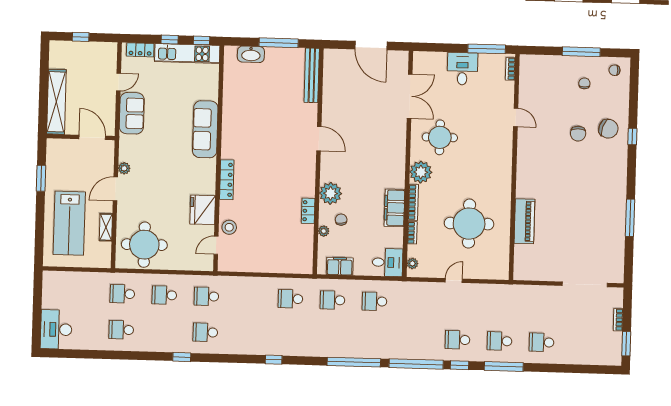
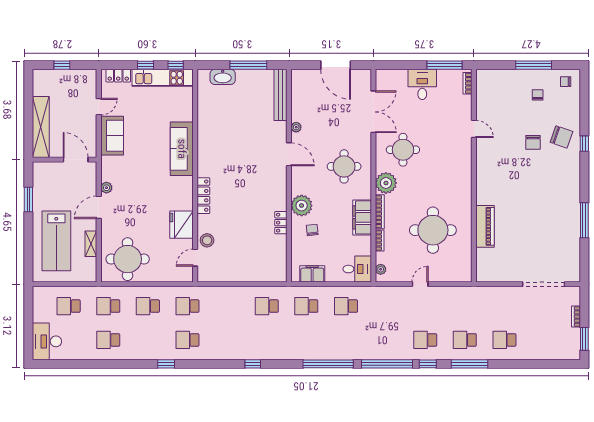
round table: (377, 153) -> (344, 166), added
plant: (324, 231) -> (296, 127), moved
school desk: (80, 293) -> (69, 306), added

